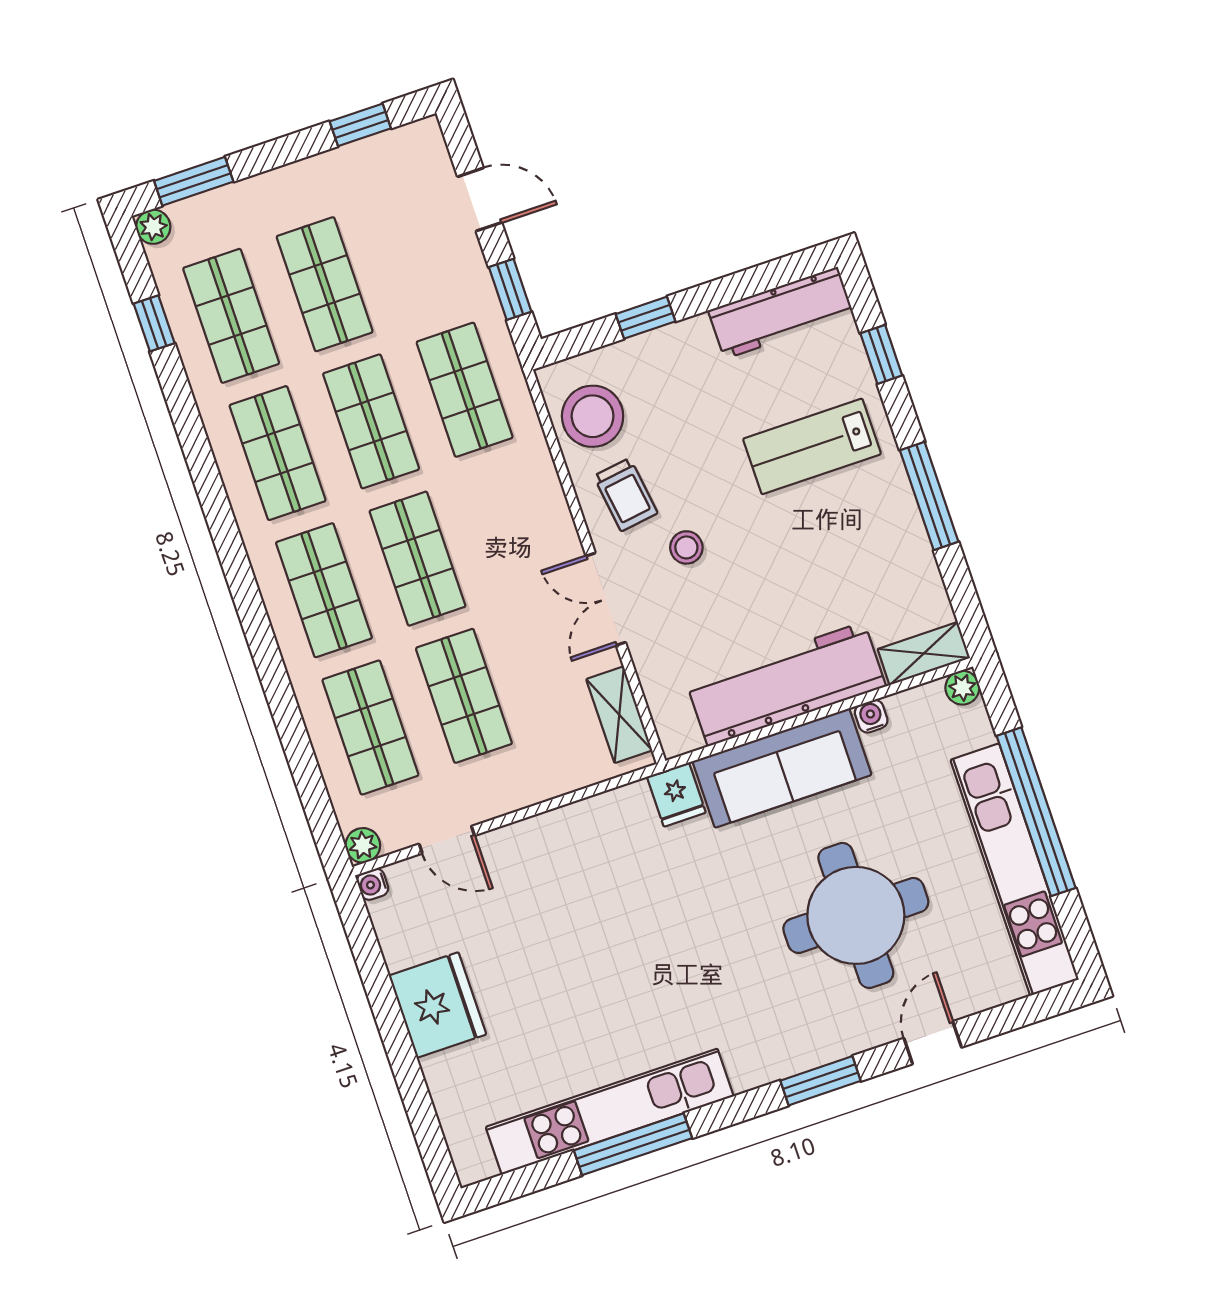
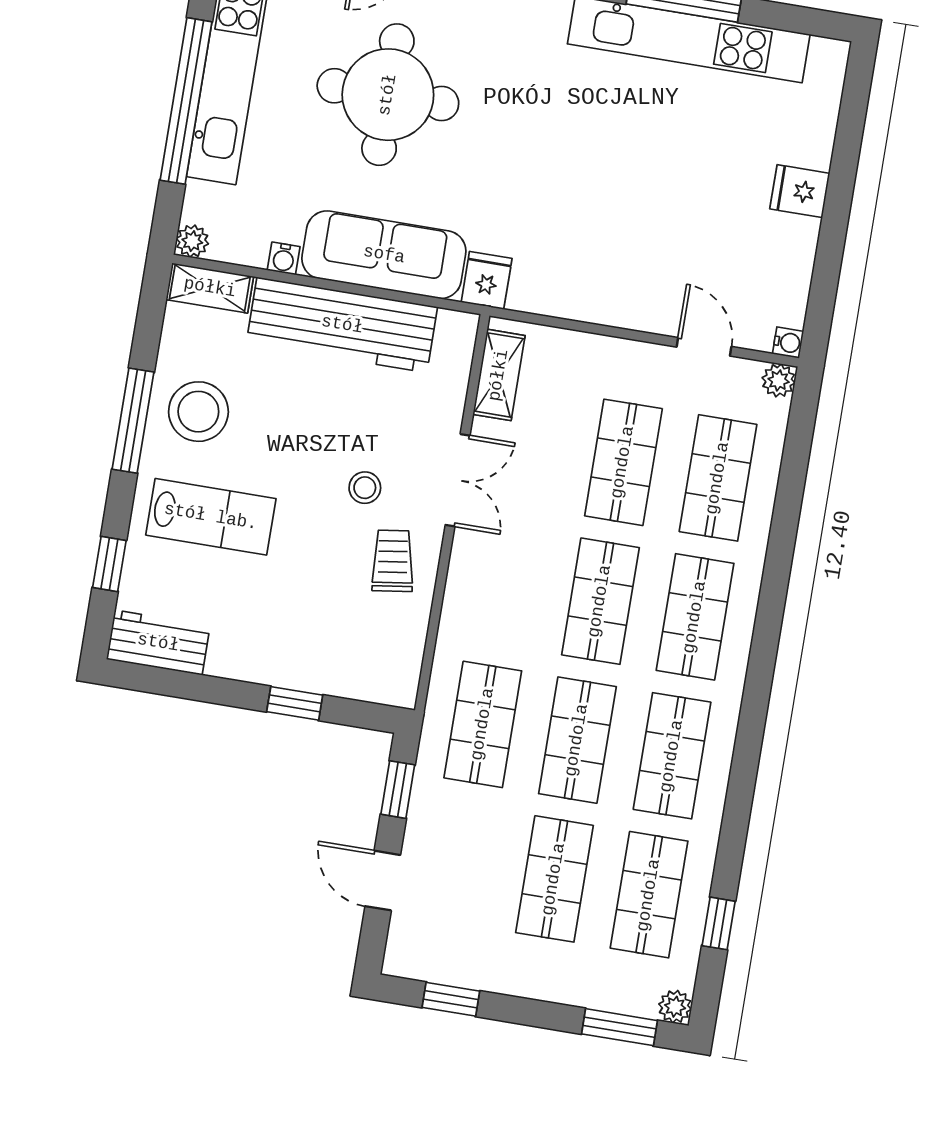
workbench: (781, 313) -> (158, 643), width x0.73
stool: (593, 416) -> (198, 412), moved
fridge: (438, 1005) -> (800, 191), width x0.53, depth x0.75

